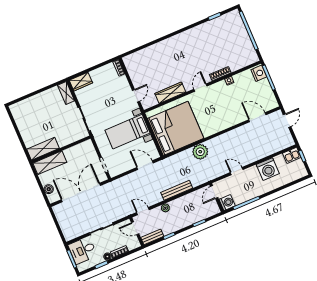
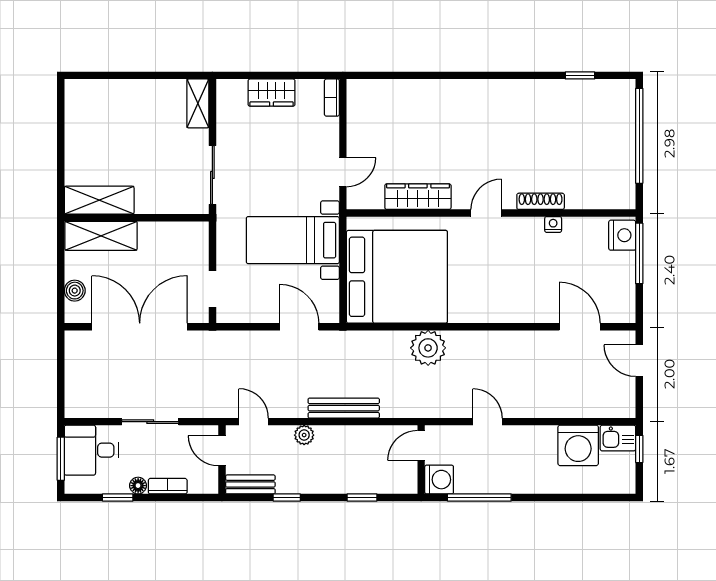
wardrobe: (81, 82) -> (272, 93), moved
door: (287, 121) -> (639, 361), swing flipped
washing machine: (268, 169) -> (578, 445), moved

